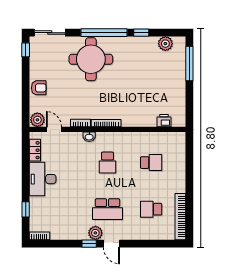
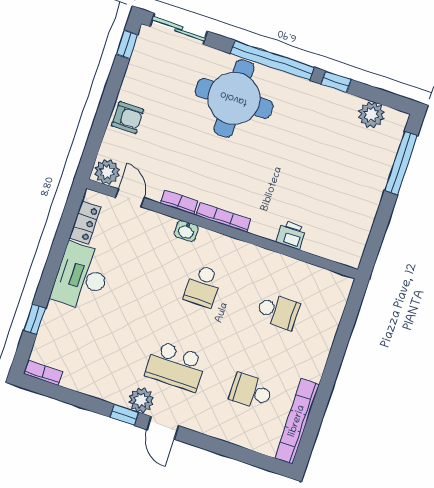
printer: (164, 121) -> (291, 235), moved

